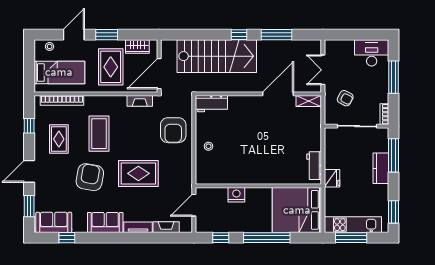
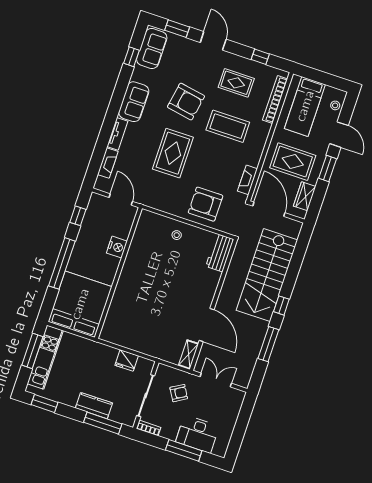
desk: (372, 53) -> (197, 434), moved, turned 90
armchair: (345, 98) -> (179, 393), turned -149
workbench: (314, 166) -> (120, 338), removed
fridge: (332, 178) -> (127, 360), moved

